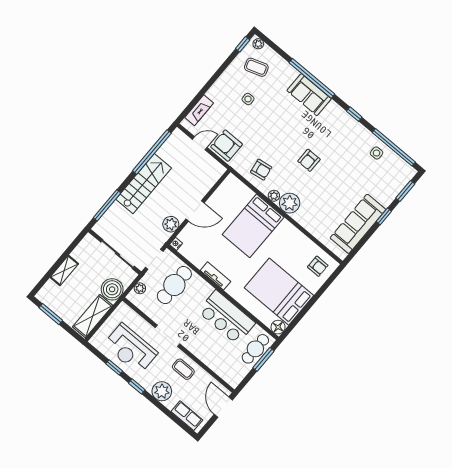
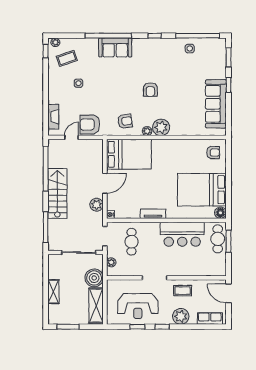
bed: (253, 226) -> (129, 154), moved, turned -90
cafe table: (174, 285) -> (132, 242), width x0.73, depth x0.74

